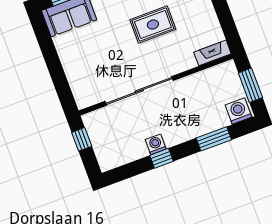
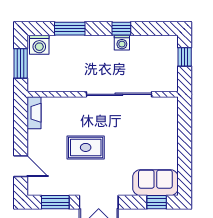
fireplace: (212, 53) -> (34, 113), moved, turned -90
window: (82, 139) -> (185, 57), moved

